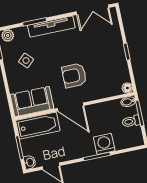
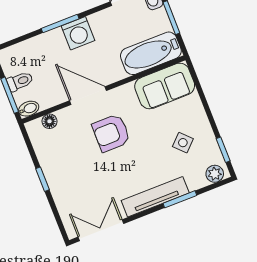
armchair: (74, 75) -> (111, 133), turned 180
floor lamp: (127, 88) -> (50, 121), moved
door: (70, 107) -> (88, 96), moved
washing machine: (104, 144) -> (78, 33), moved

